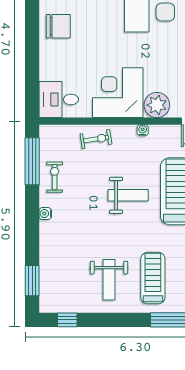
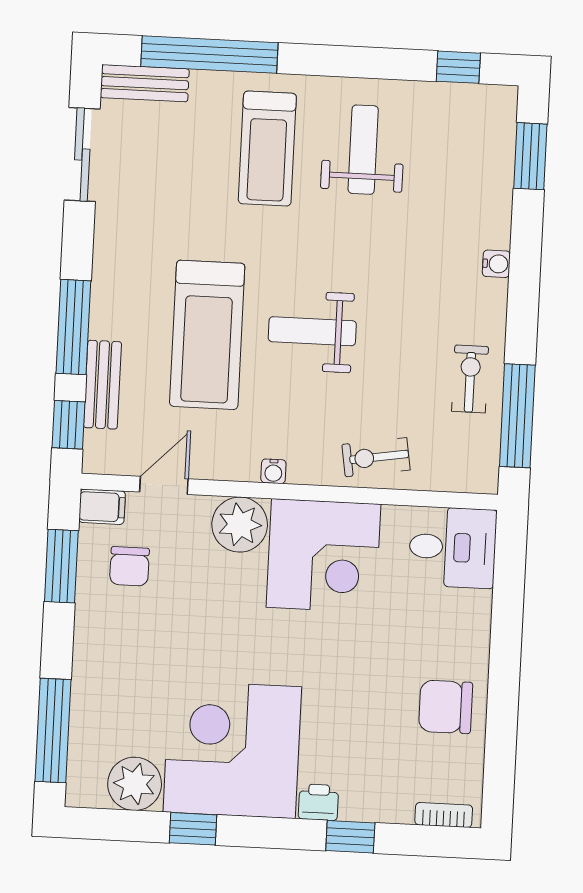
exercise bike: (55, 177) -> (470, 379), turned 180
water cooler: (45, 214) -> (496, 264), moved

